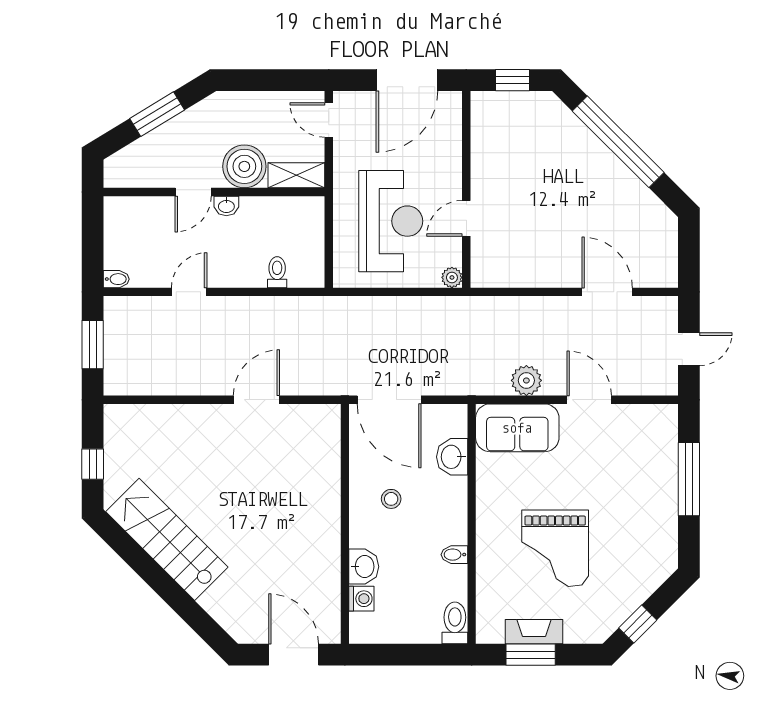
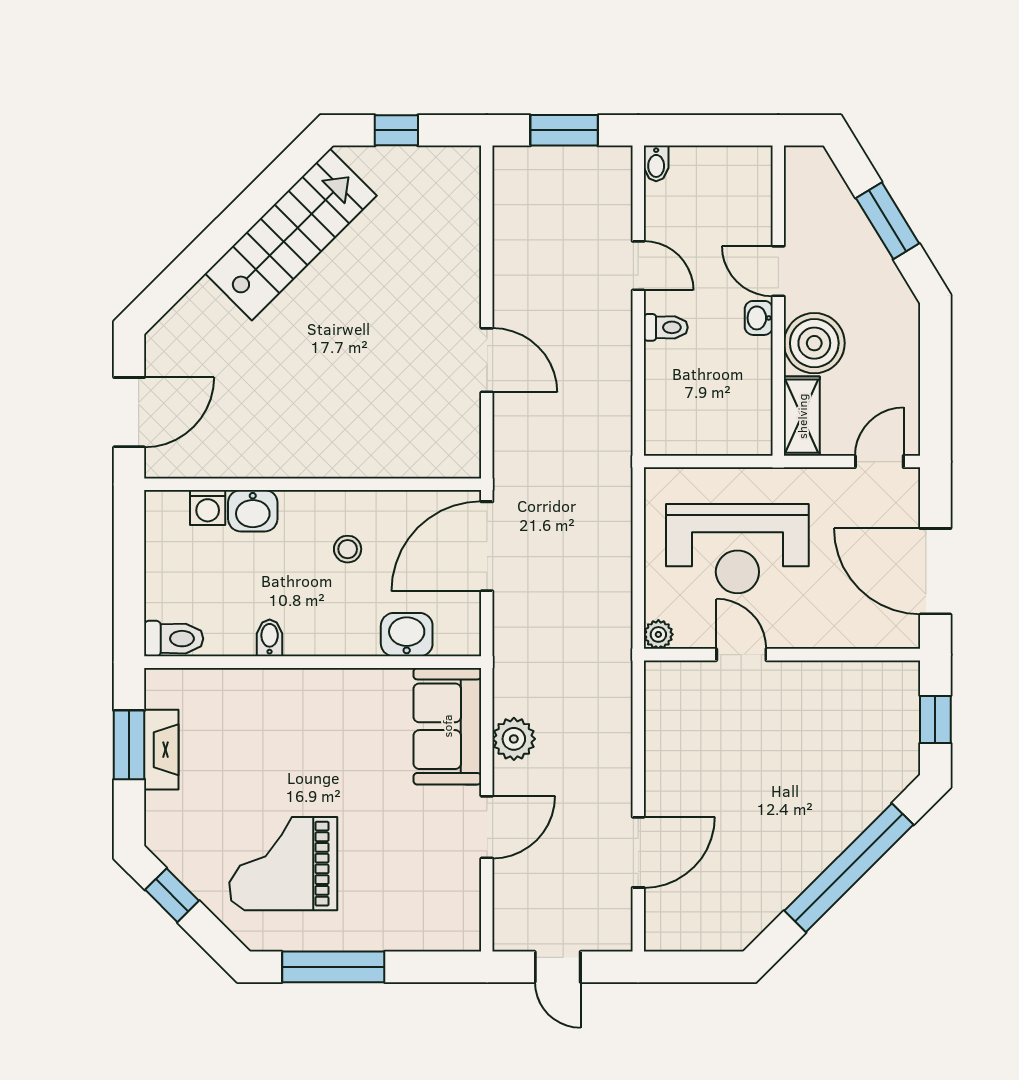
toilet: (277, 272) -> (666, 327), moved
window: (689, 479) -> (333, 967), moved
grand piano: (555, 548) -> (283, 864), moved

